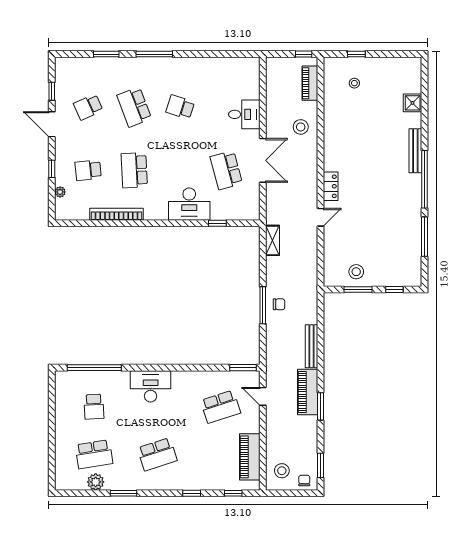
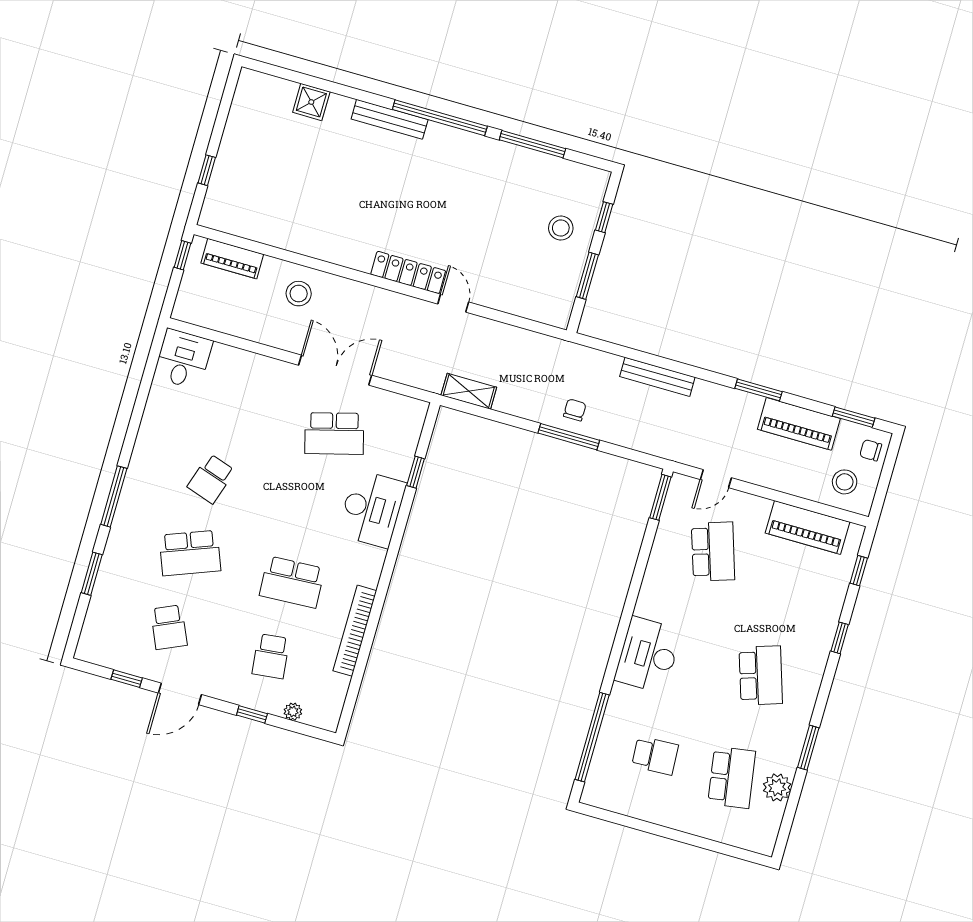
stool: (354, 83) -> (253, 187), removed
desk: (244, 114) -> (183, 359), moved
locker: (331, 186) -> (408, 272), width x1.53
stool: (356, 272) -> (561, 228), moved
piano: (308, 392) -> (799, 424), moved

